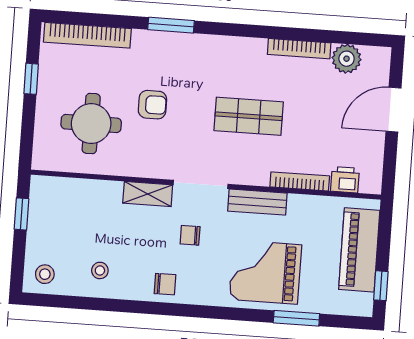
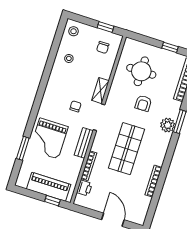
plant: (347, 59) -> (168, 125), moved
shop shelf: (249, 116) -> (126, 149), width x1.43, depth x1.36
grand piano: (265, 272) -> (49, 139), turned 180
chair: (165, 284) -> (103, 47), moved
window: (381, 286) -> (52, 201), moved

